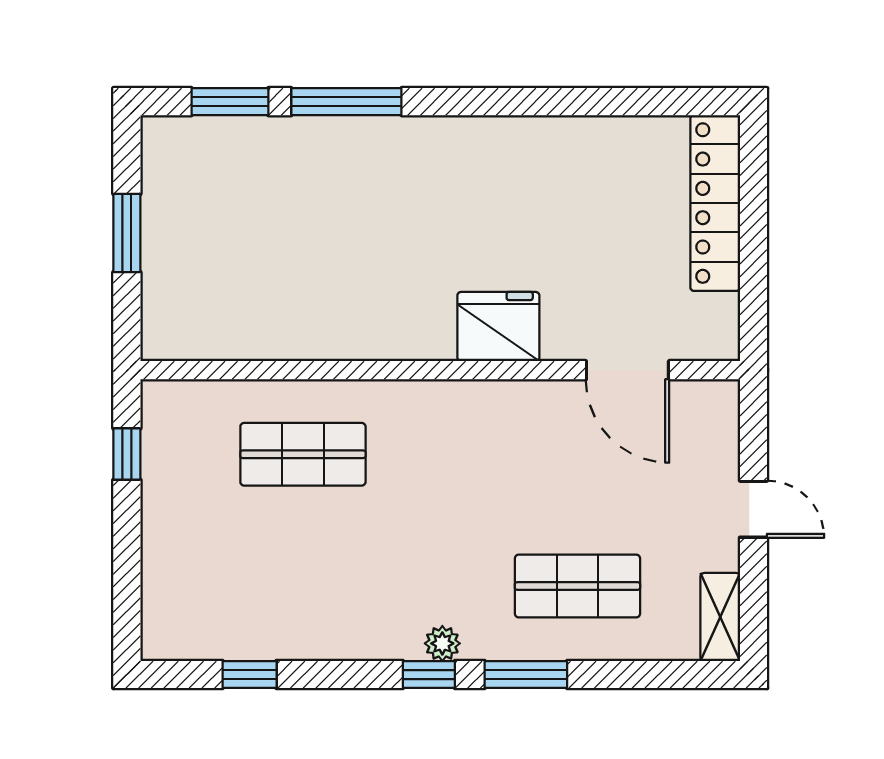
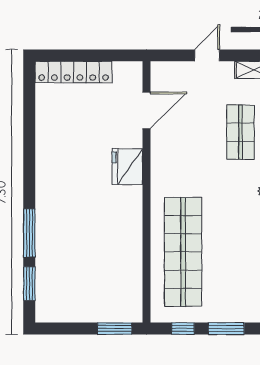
window: (127, 233) -> (115, 329), moved
shop shelf: (303, 454) -> (183, 252), width x2.00, depth x1.36
window: (127, 553) -> (226, 329), added

